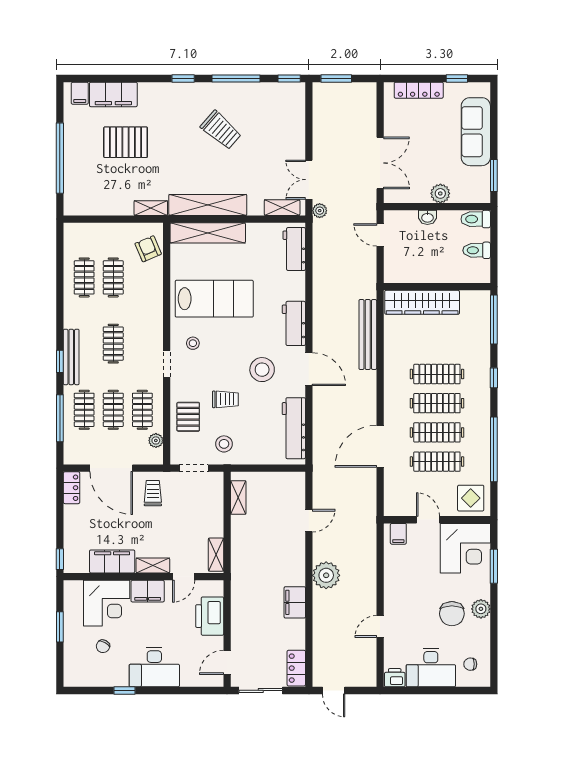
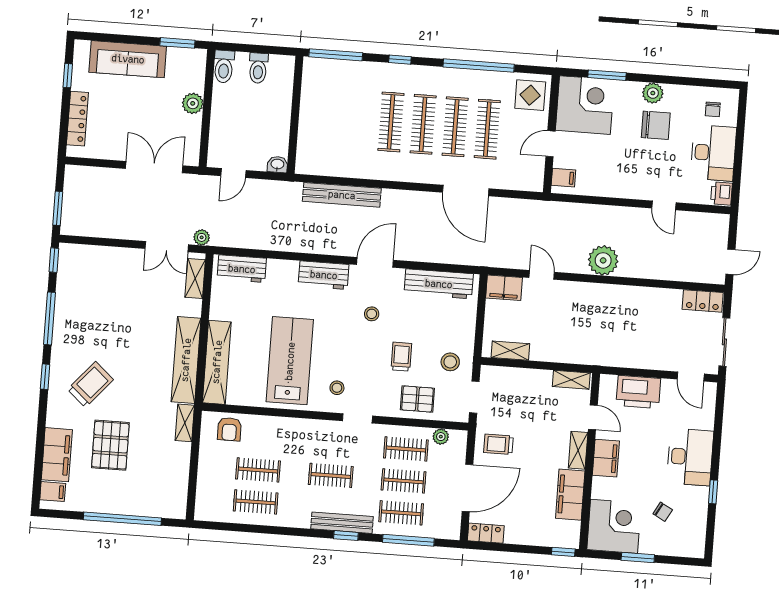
trolley: (221, 130) -> (90, 384), moved
washbasin: (427, 217) -> (277, 164), moved, turned -90
armchair: (148, 249) -> (229, 429), turned -67
wardrobe: (422, 302) -> (311, 132), removed
stool: (262, 370) -> (372, 314), width x0.53, depth x0.53
filing cabinet: (295, 602) -> (504, 288), moved
corner desk: (107, 603) -> (614, 526), moved

